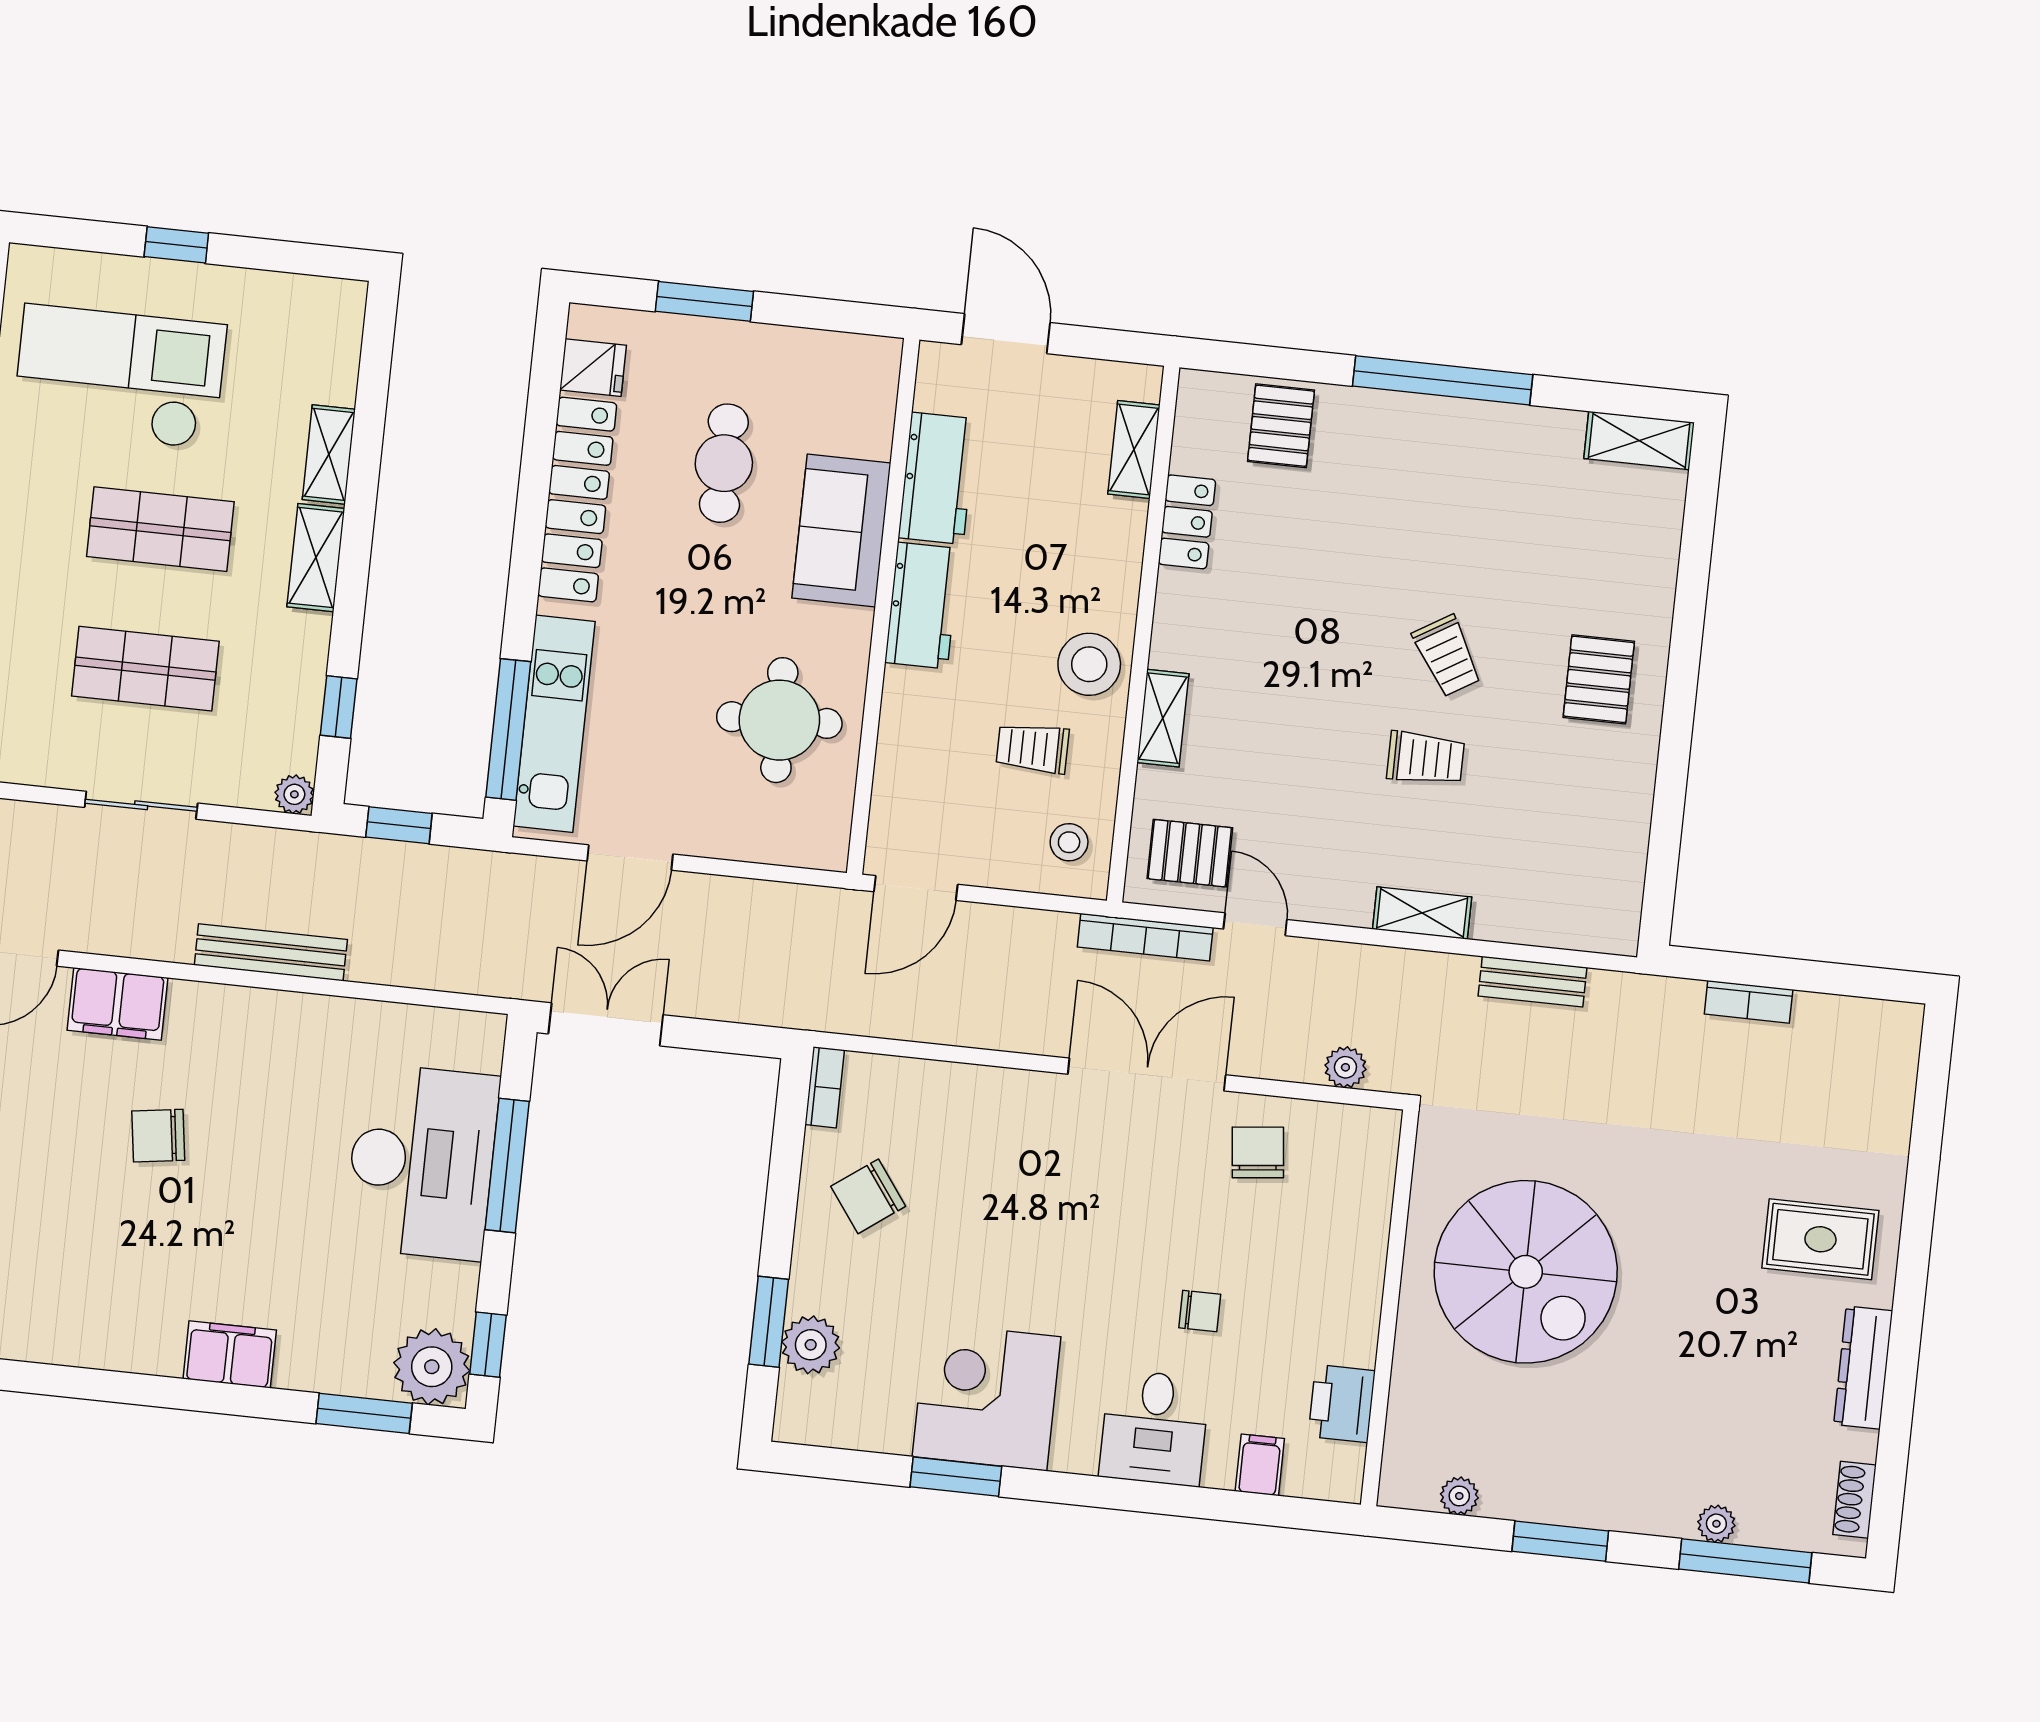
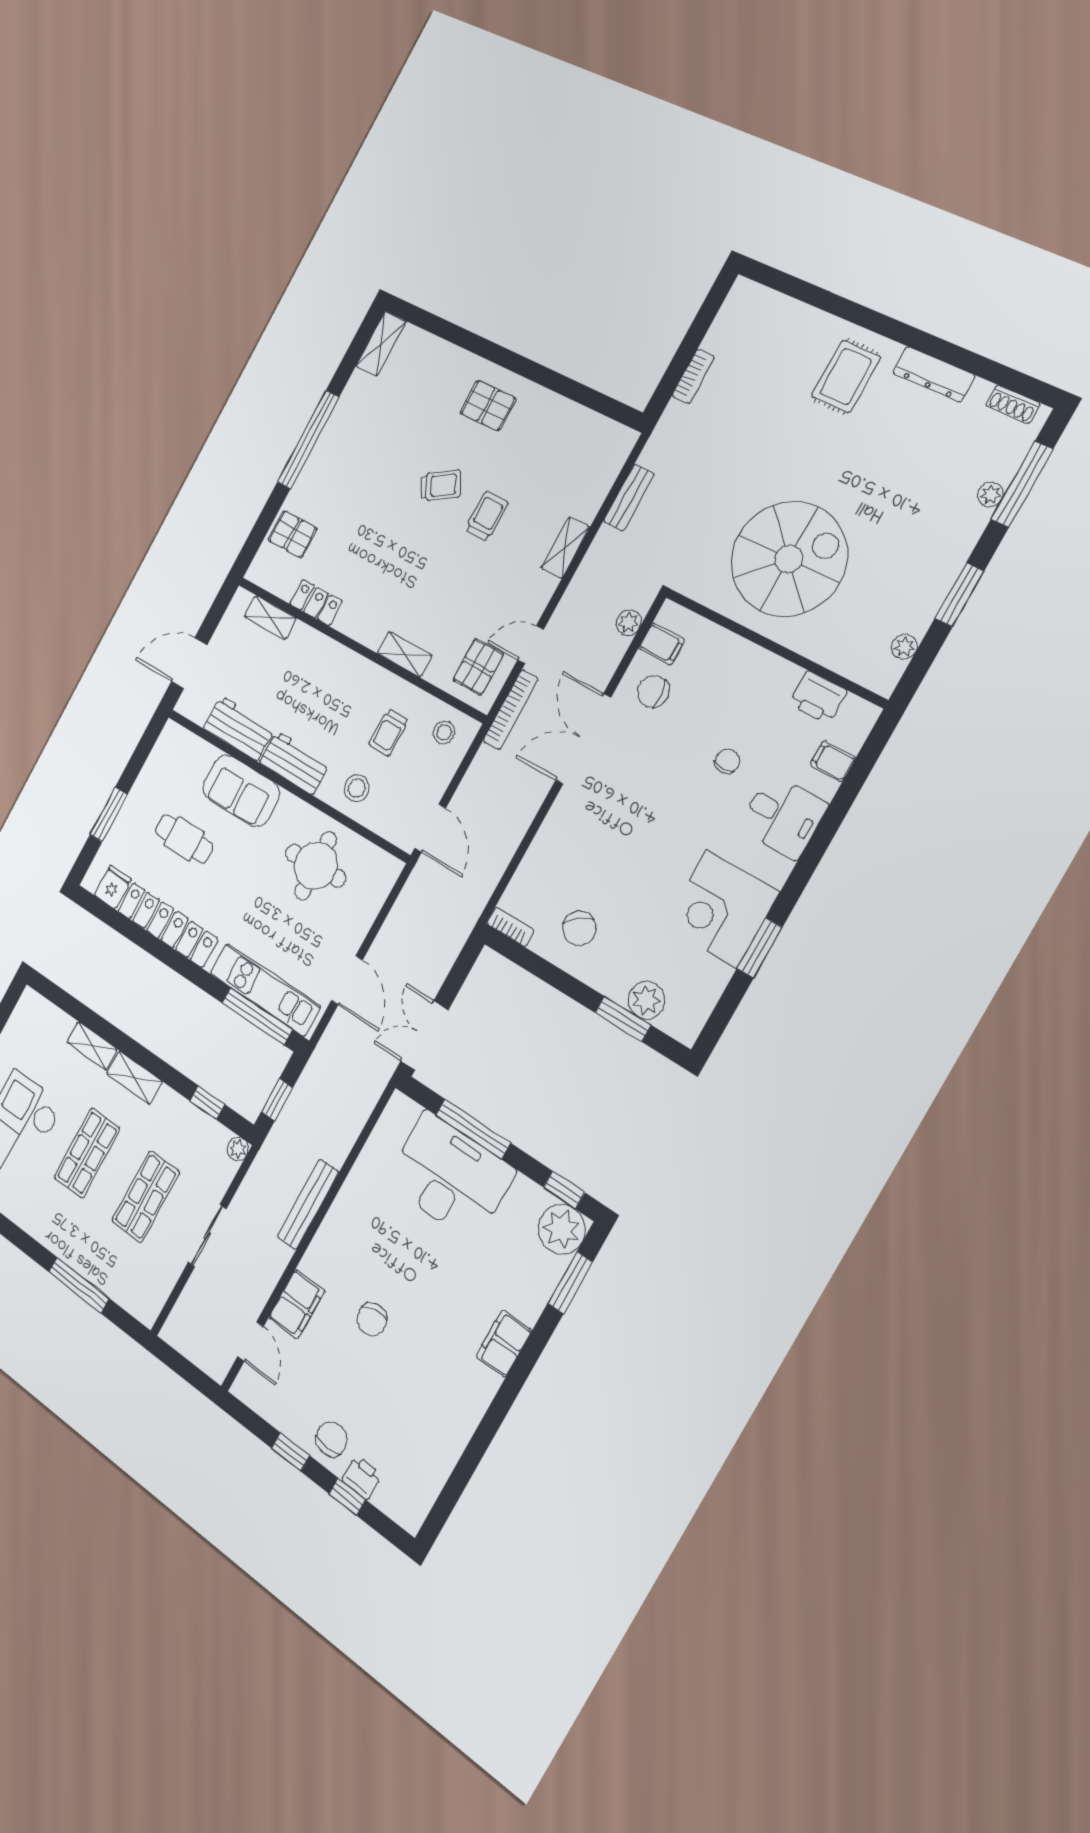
stool: (1089, 664) -> (357, 788), moved, width x0.73, depth x0.73
filing cabinet: (1332, 1134) -> (662, 644), added

